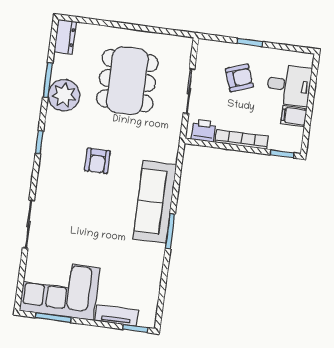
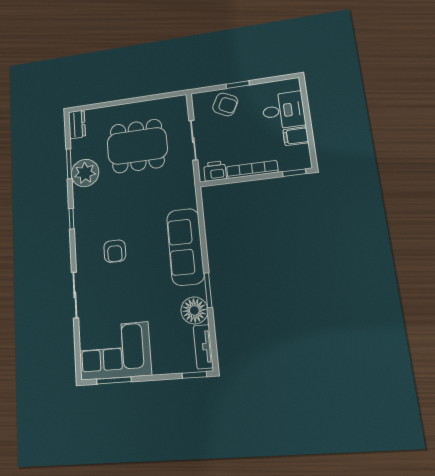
armchair: (239, 78) -> (225, 104), moved, turned 47
dining table: (127, 81) -> (137, 146), turned 90
armchair: (97, 161) -> (115, 251), moved
window: (170, 231) -> (208, 290), moved
floor lamp: (149, 267) -> (194, 310), added
tv unit: (117, 316) -> (203, 347), moved, turned -90

